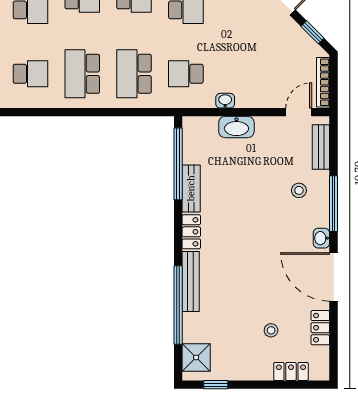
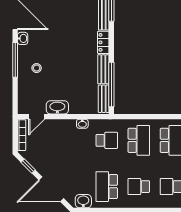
washbasin: (236, 127) -> (57, 107), moved
bench: (321, 147) -> (104, 99), moved

